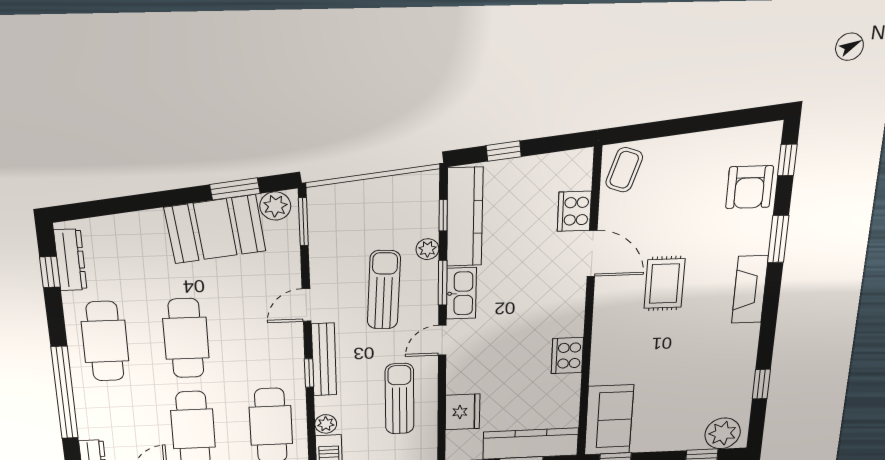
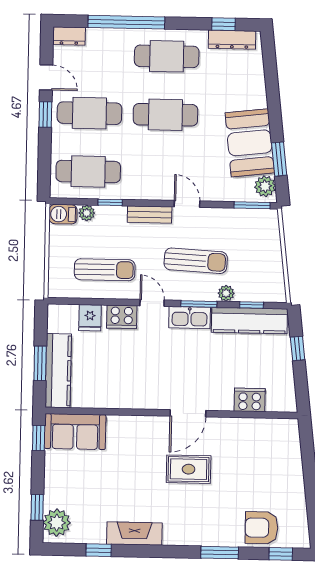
coffee table: (624, 170) -> (279, 435), removed
door: (592, 254) -> (188, 413), moved
fireplace: (750, 290) -> (134, 534), moved
cooker: (567, 356) -> (122, 317), moved, turned 180
bench: (324, 360) -> (150, 215), width x0.73
window: (309, 373) -> (110, 202), moved
fridge: (463, 412) -> (90, 318), width x0.72

